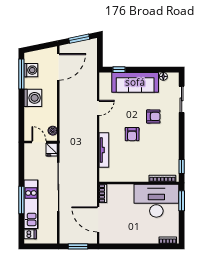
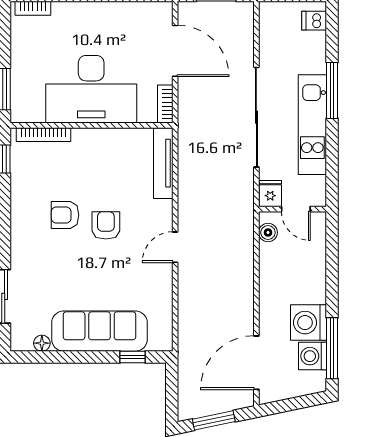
washing machine: (33, 98) -> (309, 323), moved
door: (98, 108) -> (175, 247), moved
armchair: (153, 116) -> (65, 215), moved
tv unit: (104, 150) -> (163, 163), moved
desk: (156, 201) -> (91, 89), moved
kitchen unit: (31, 204) -> (312, 125), moved

